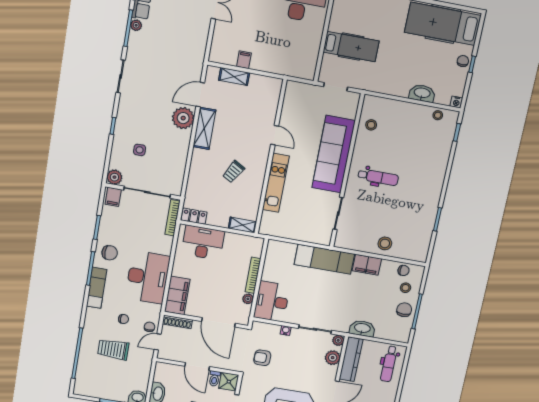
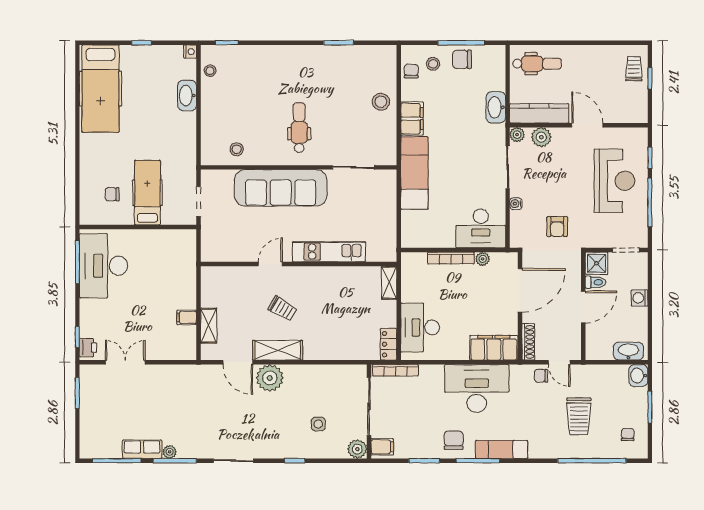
chair: (463, 61) -> (112, 194), moved
trolley: (234, 172) -> (283, 309), moved
chair: (124, 319) -> (628, 435), moved

